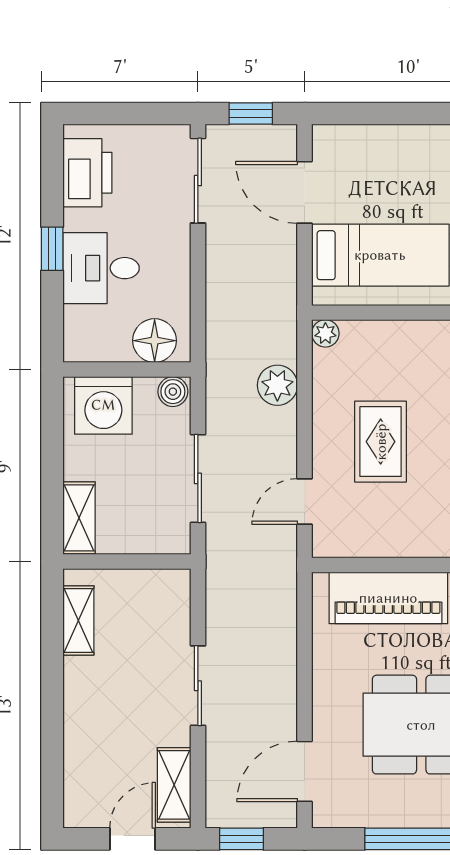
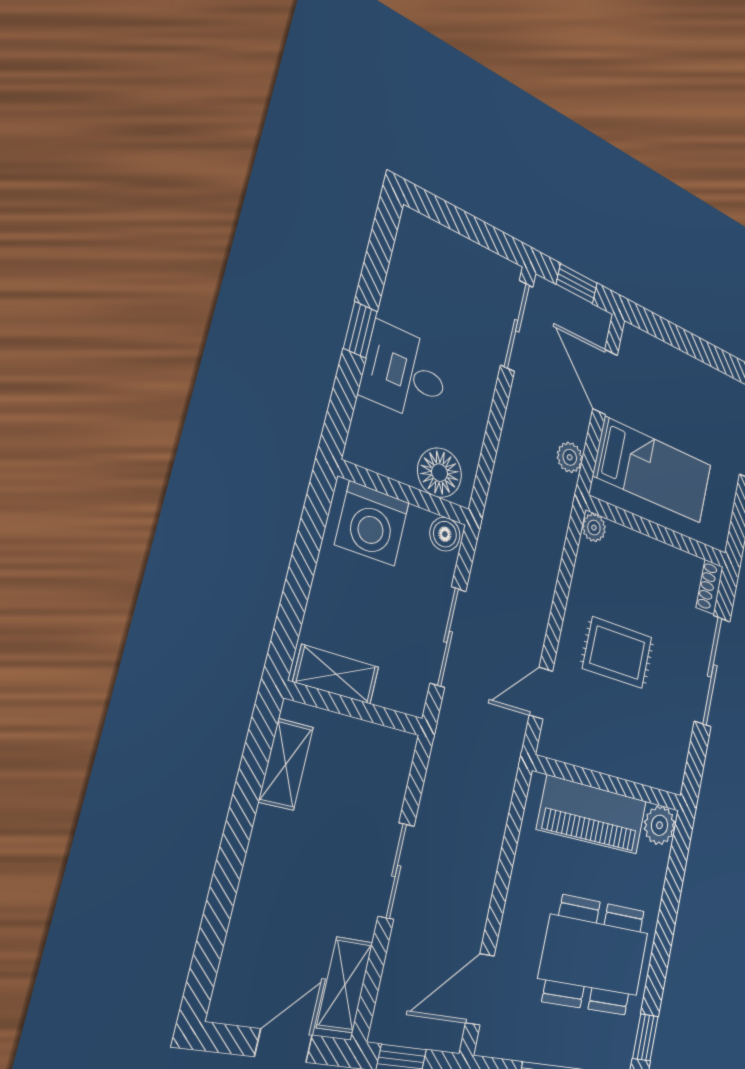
printer: (87, 173) -> (415, 266), removed
plant: (277, 385) -> (570, 457), moved, width x0.73, depth x0.73
rug: (381, 442) -> (617, 653), turned 90
shelving: (79, 518) -> (336, 674), moved, turned 90

